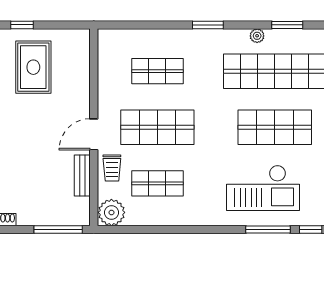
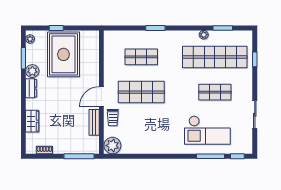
window: (208, 25) -> (155, 28), moved
rug: (33, 67) -> (63, 54), width x1.37, depth x1.44
shop shelf: (275, 127) -> (215, 92), width x0.70, depth x0.74
shop shelf: (157, 183) -> (141, 127), removed

